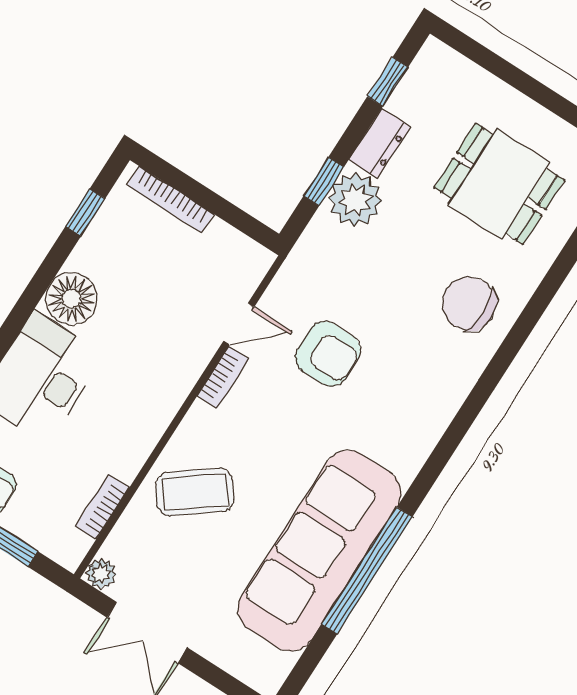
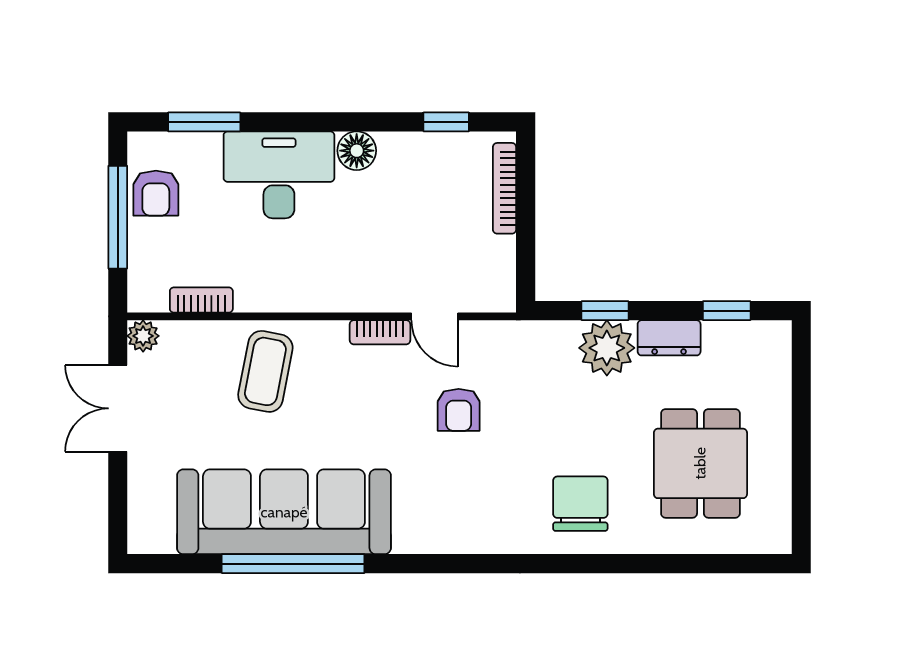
floor lamp: (72, 299) -> (357, 151), width x0.73, depth x0.73
armchair: (328, 354) -> (459, 410), width x0.72, depth x0.72
coffee table: (195, 492) -> (265, 371), turned 48

